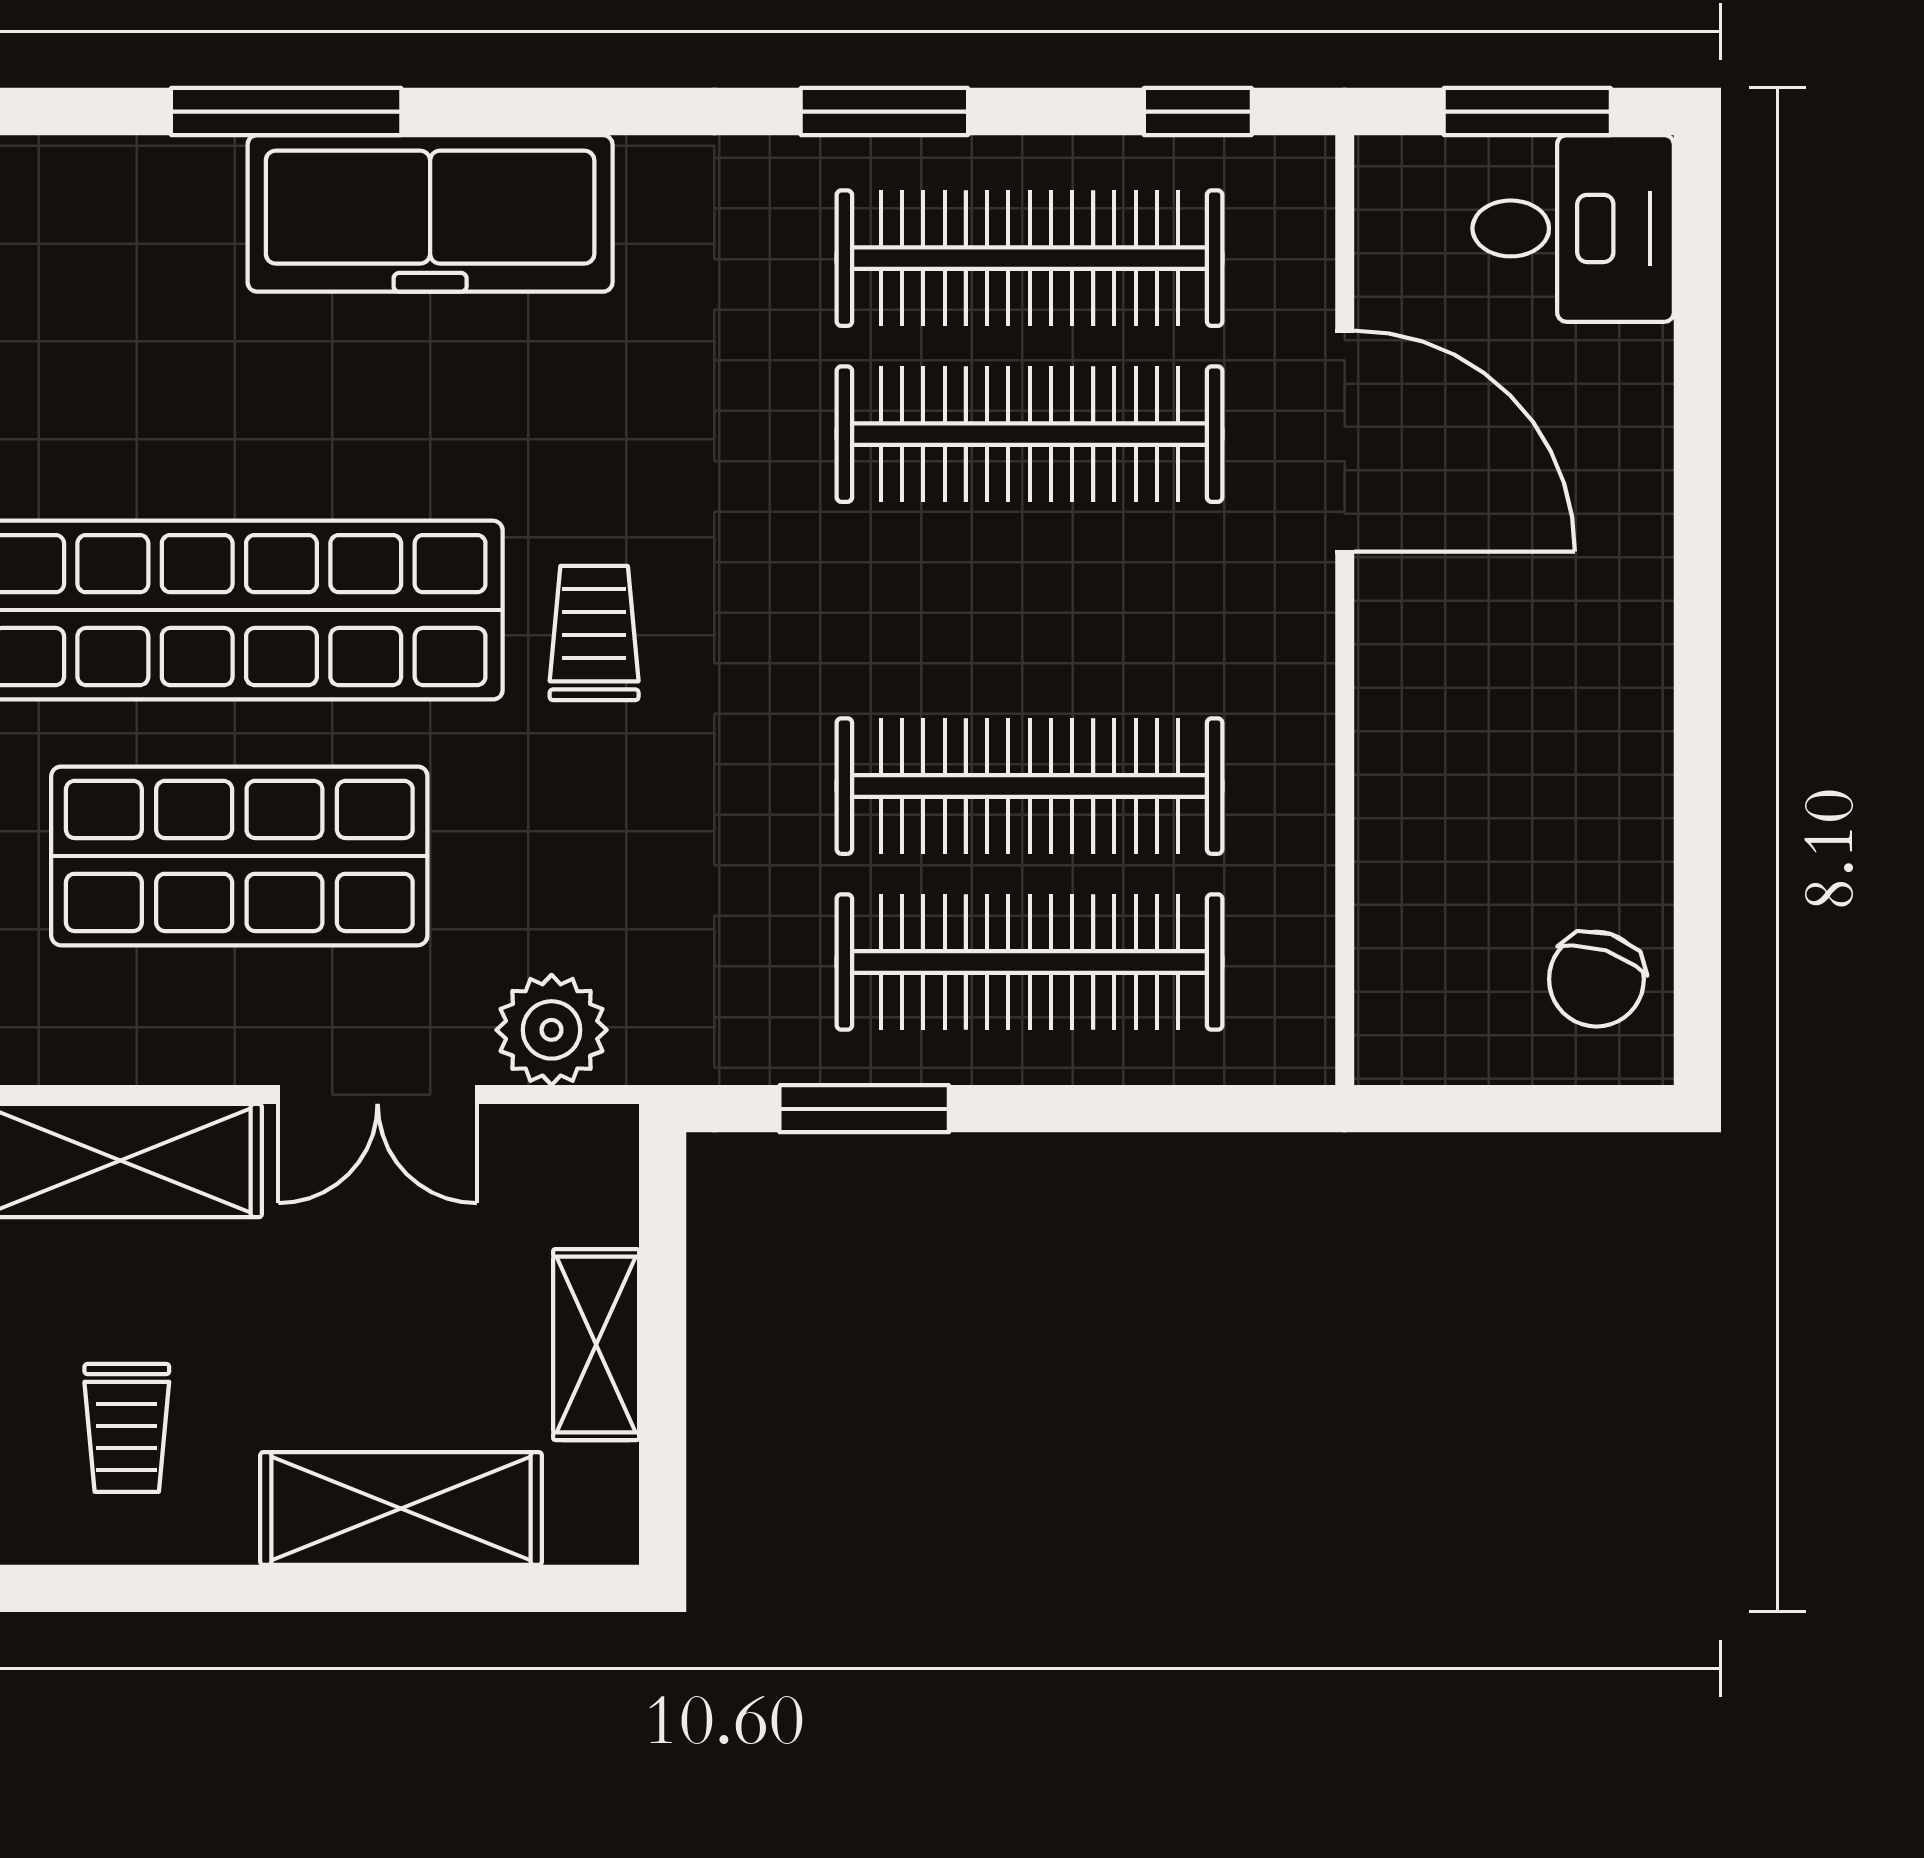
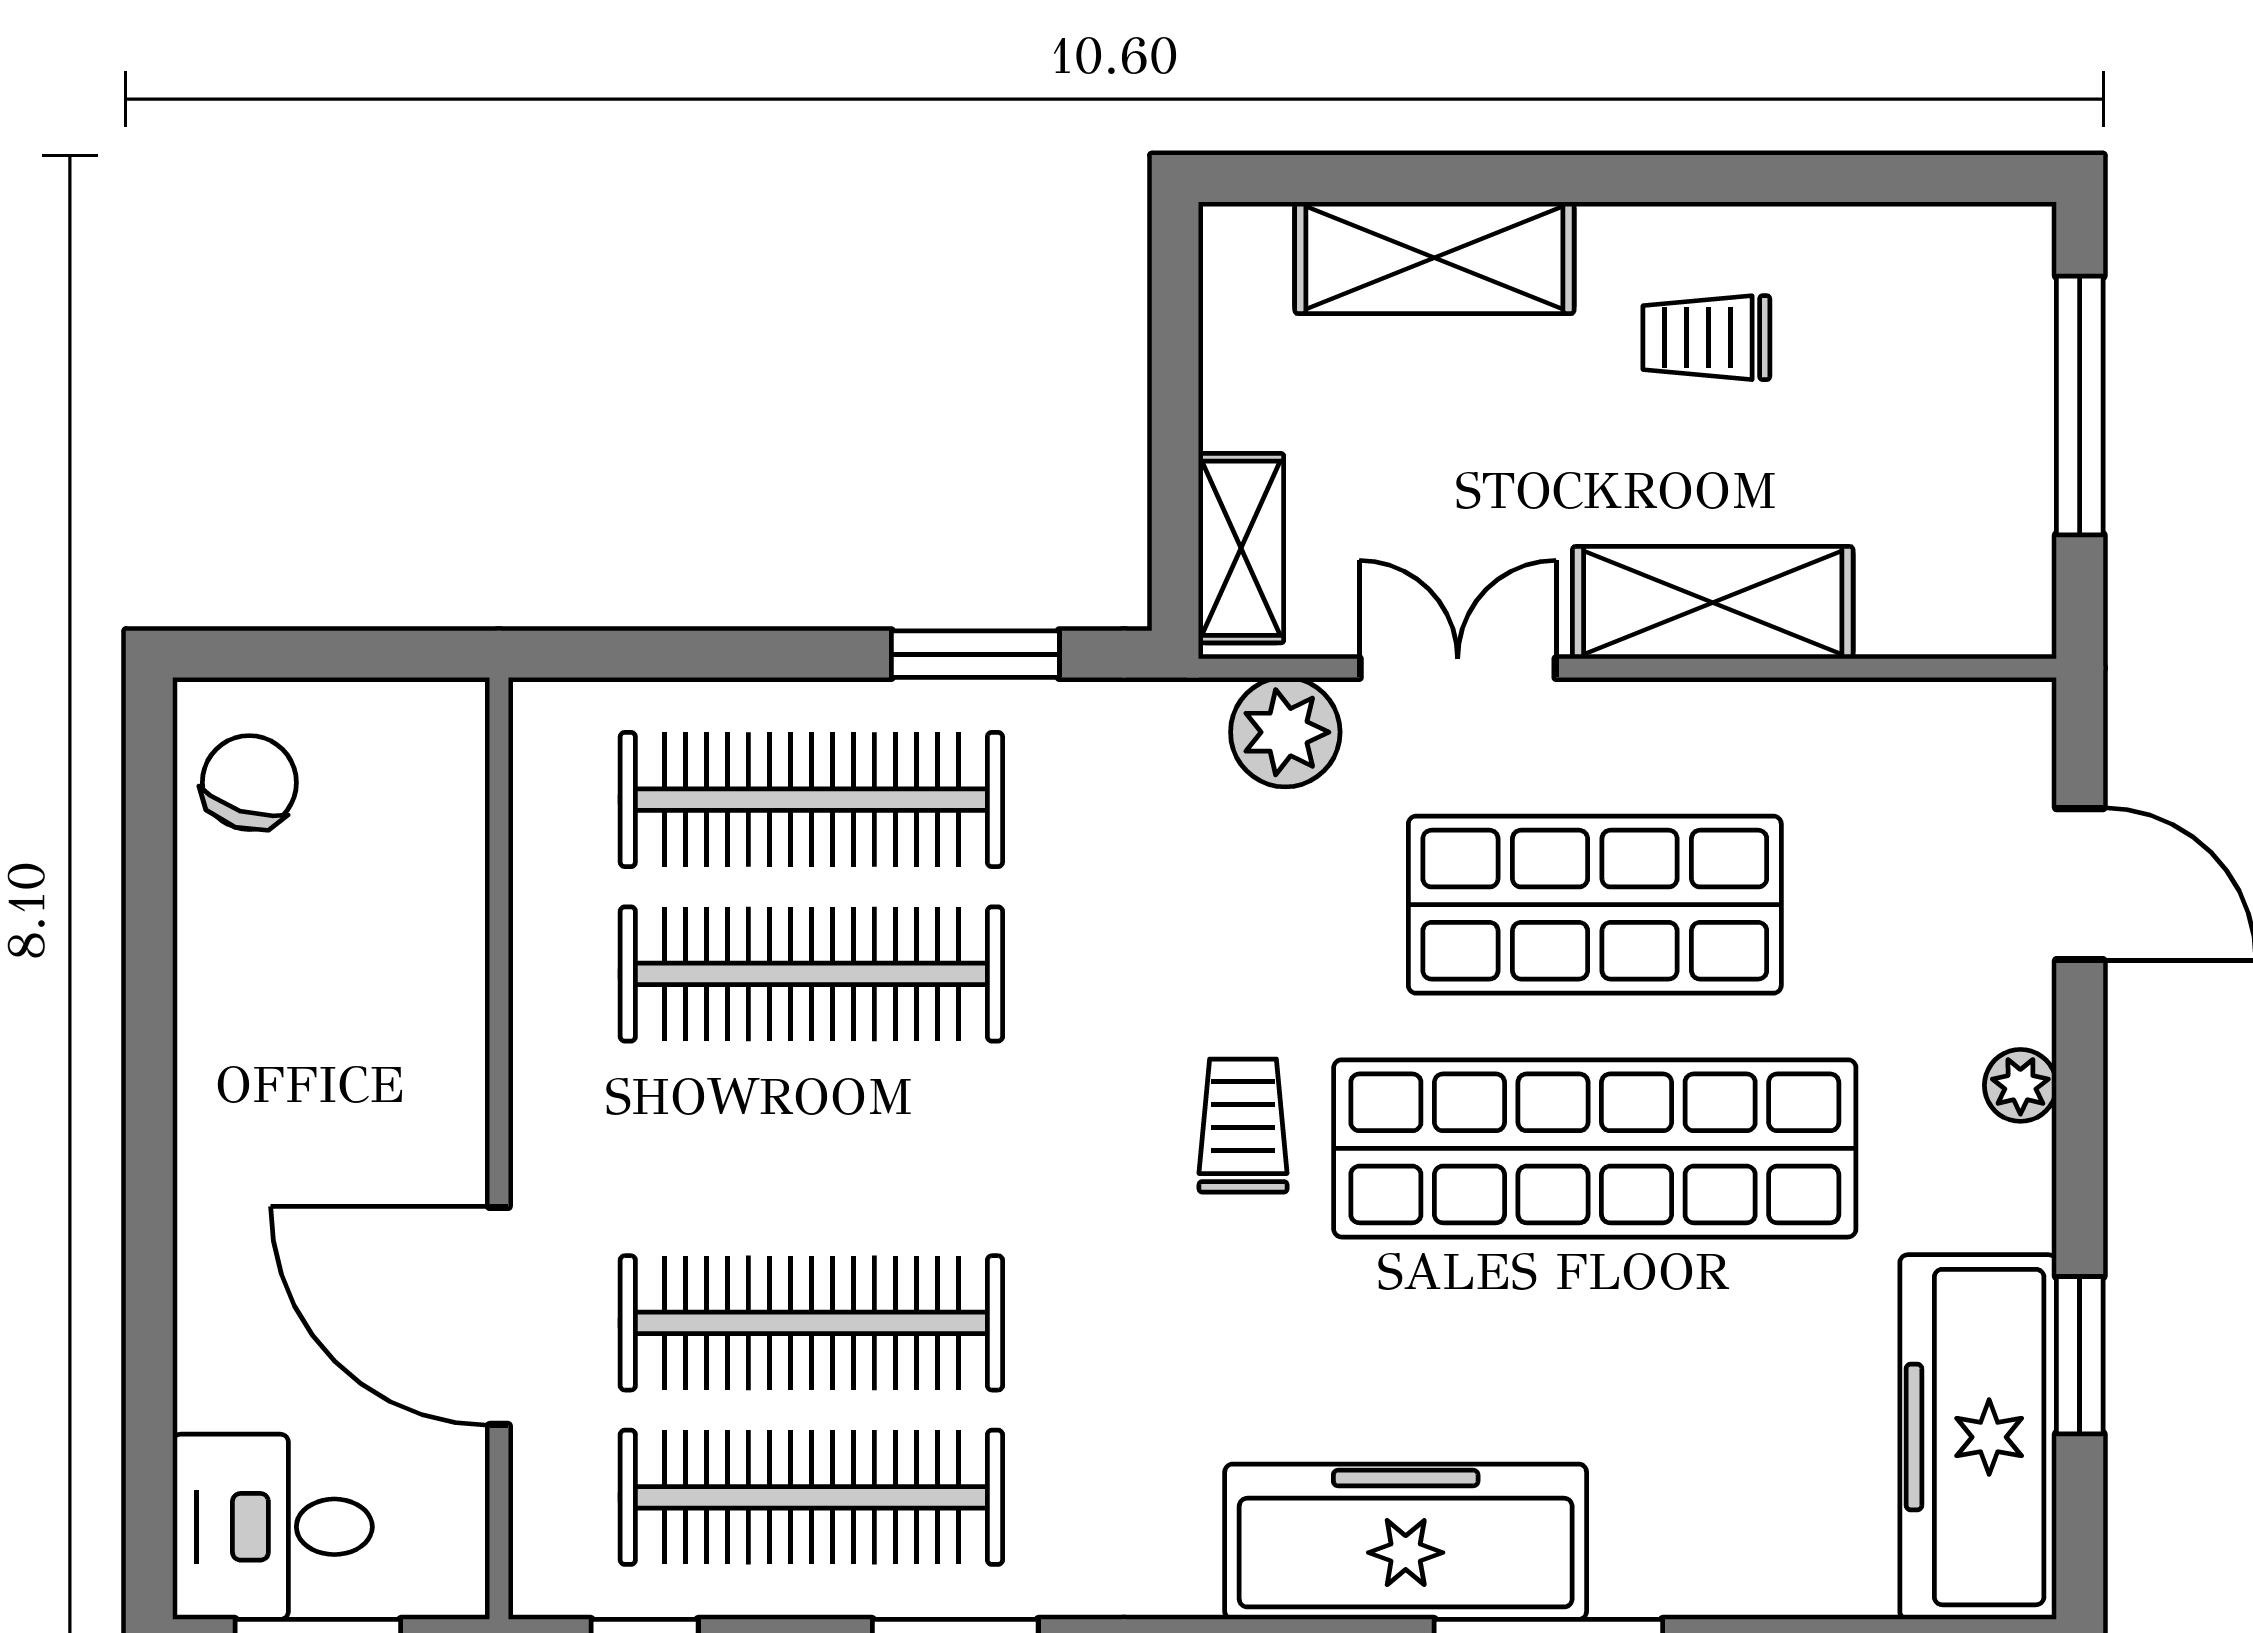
trolley: (594, 633) -> (1243, 1126), turned 180
shelving: (596, 1345) -> (1241, 548), moved
trolley: (127, 1428) -> (1706, 338), turned -90

